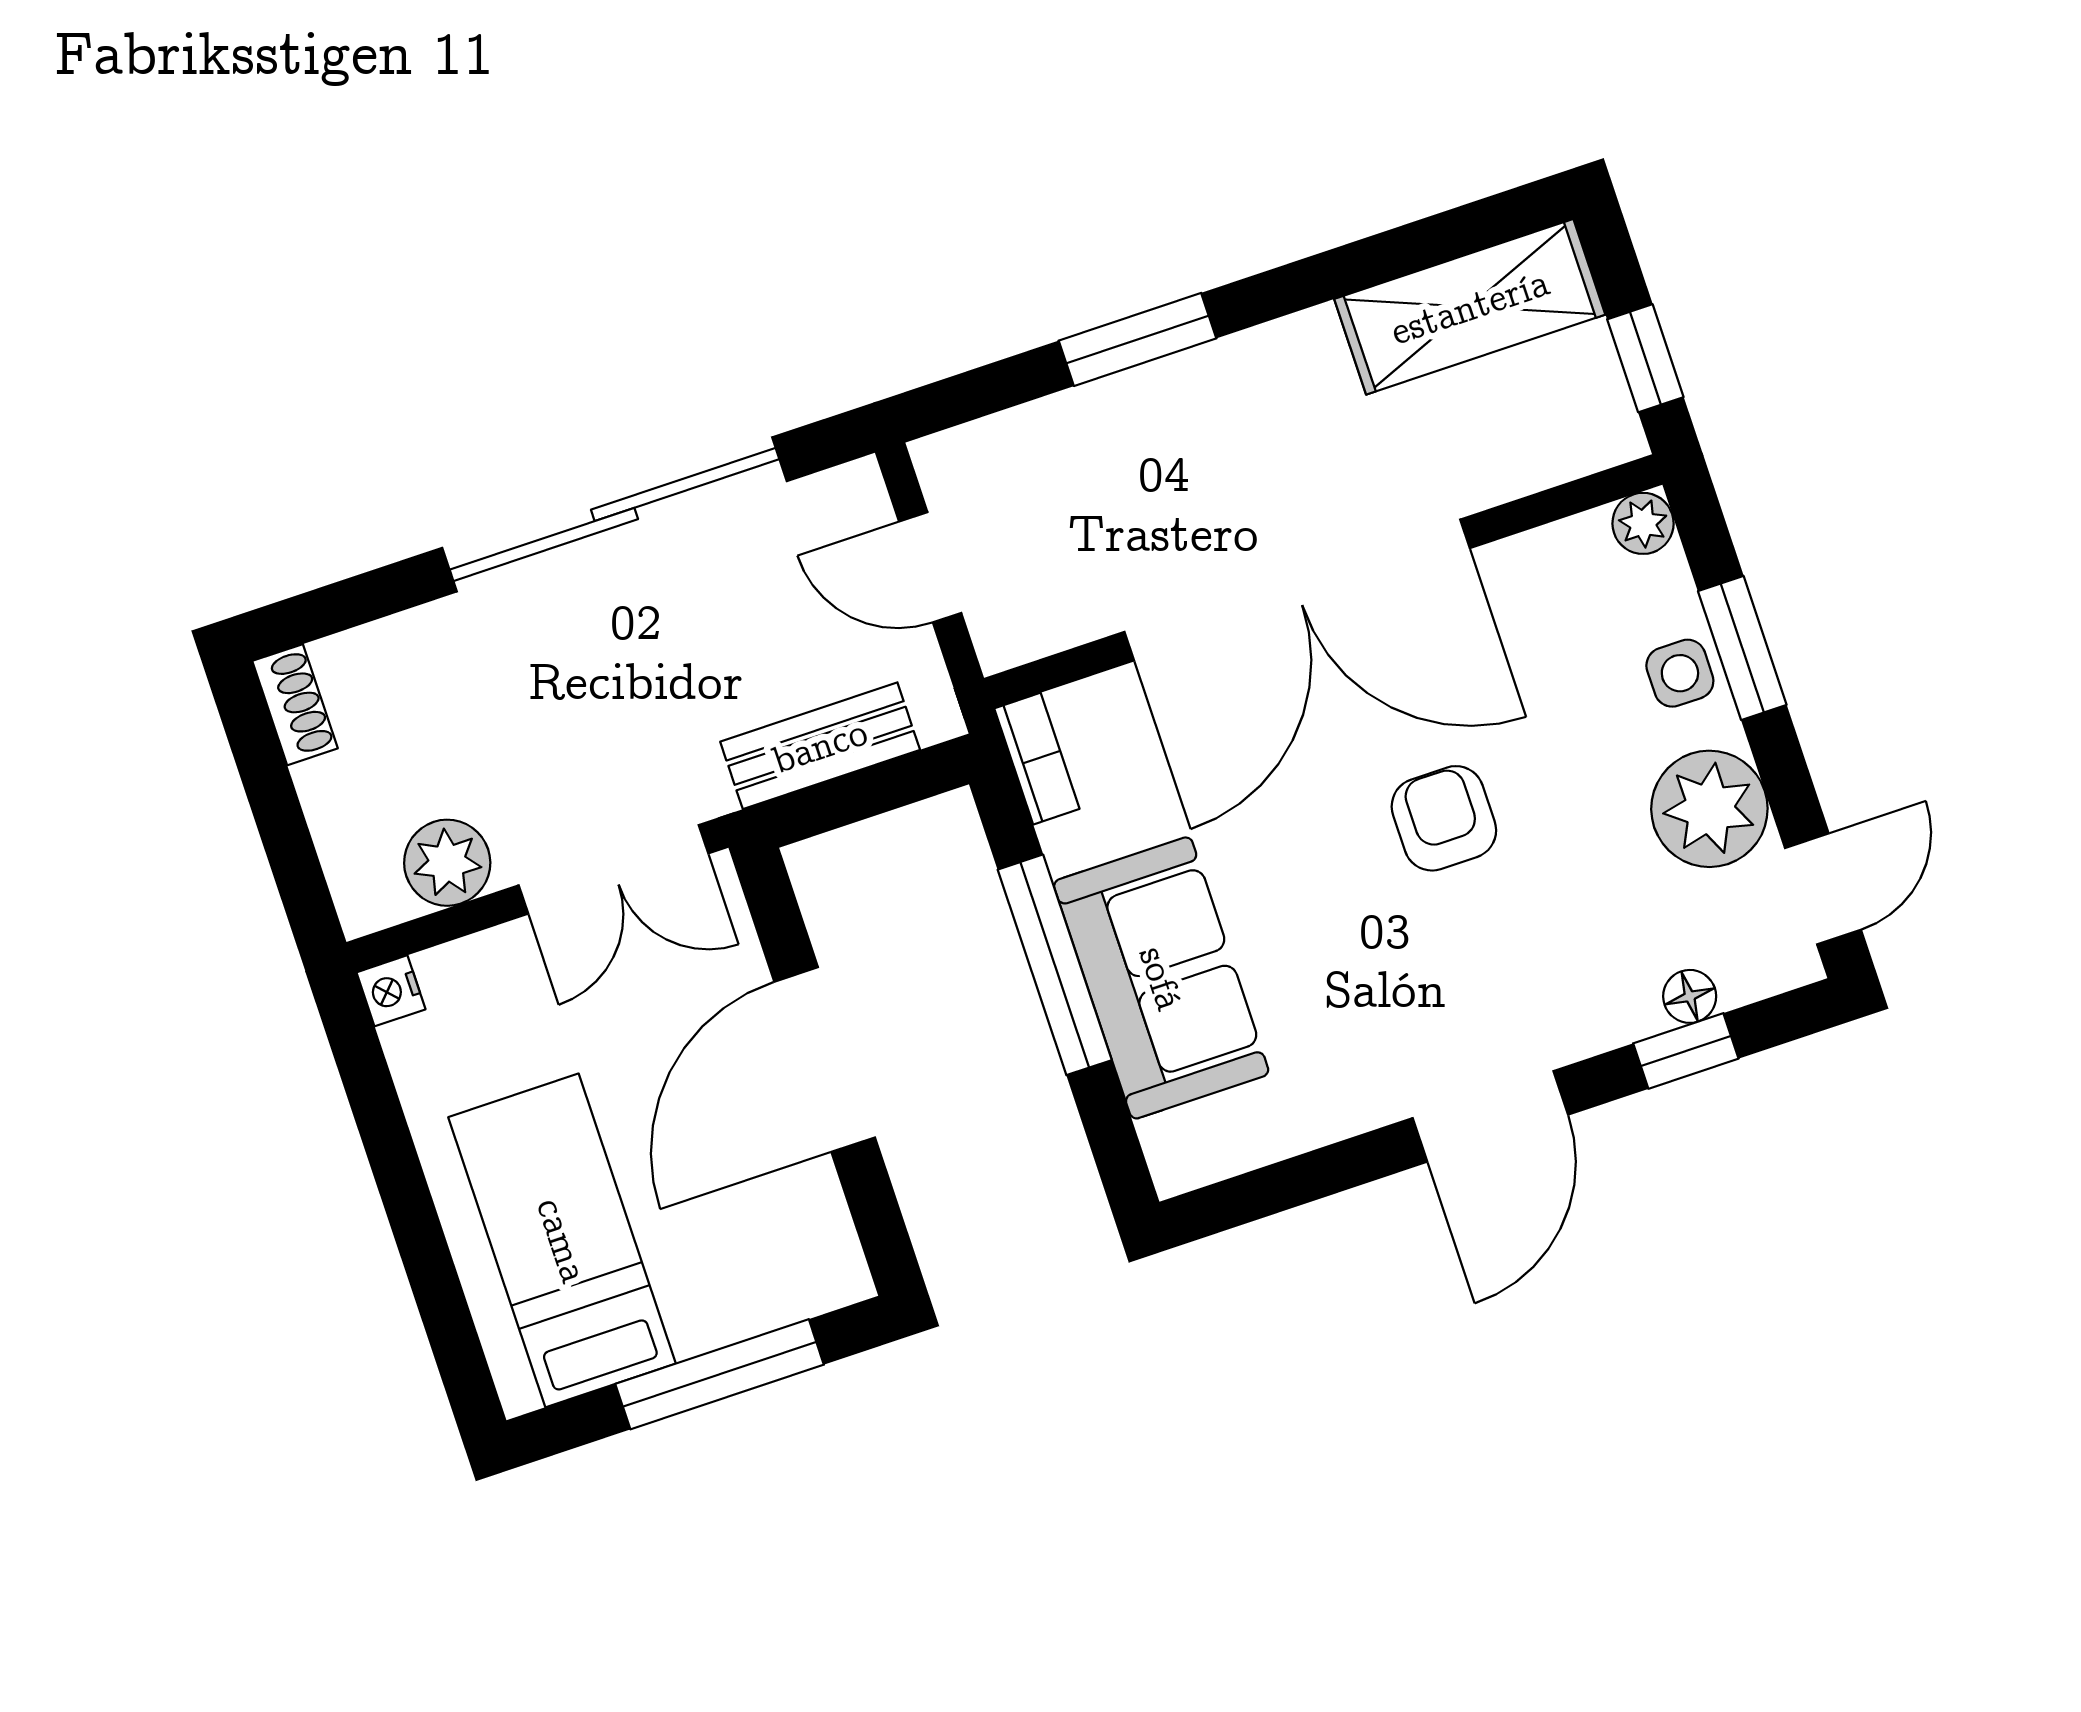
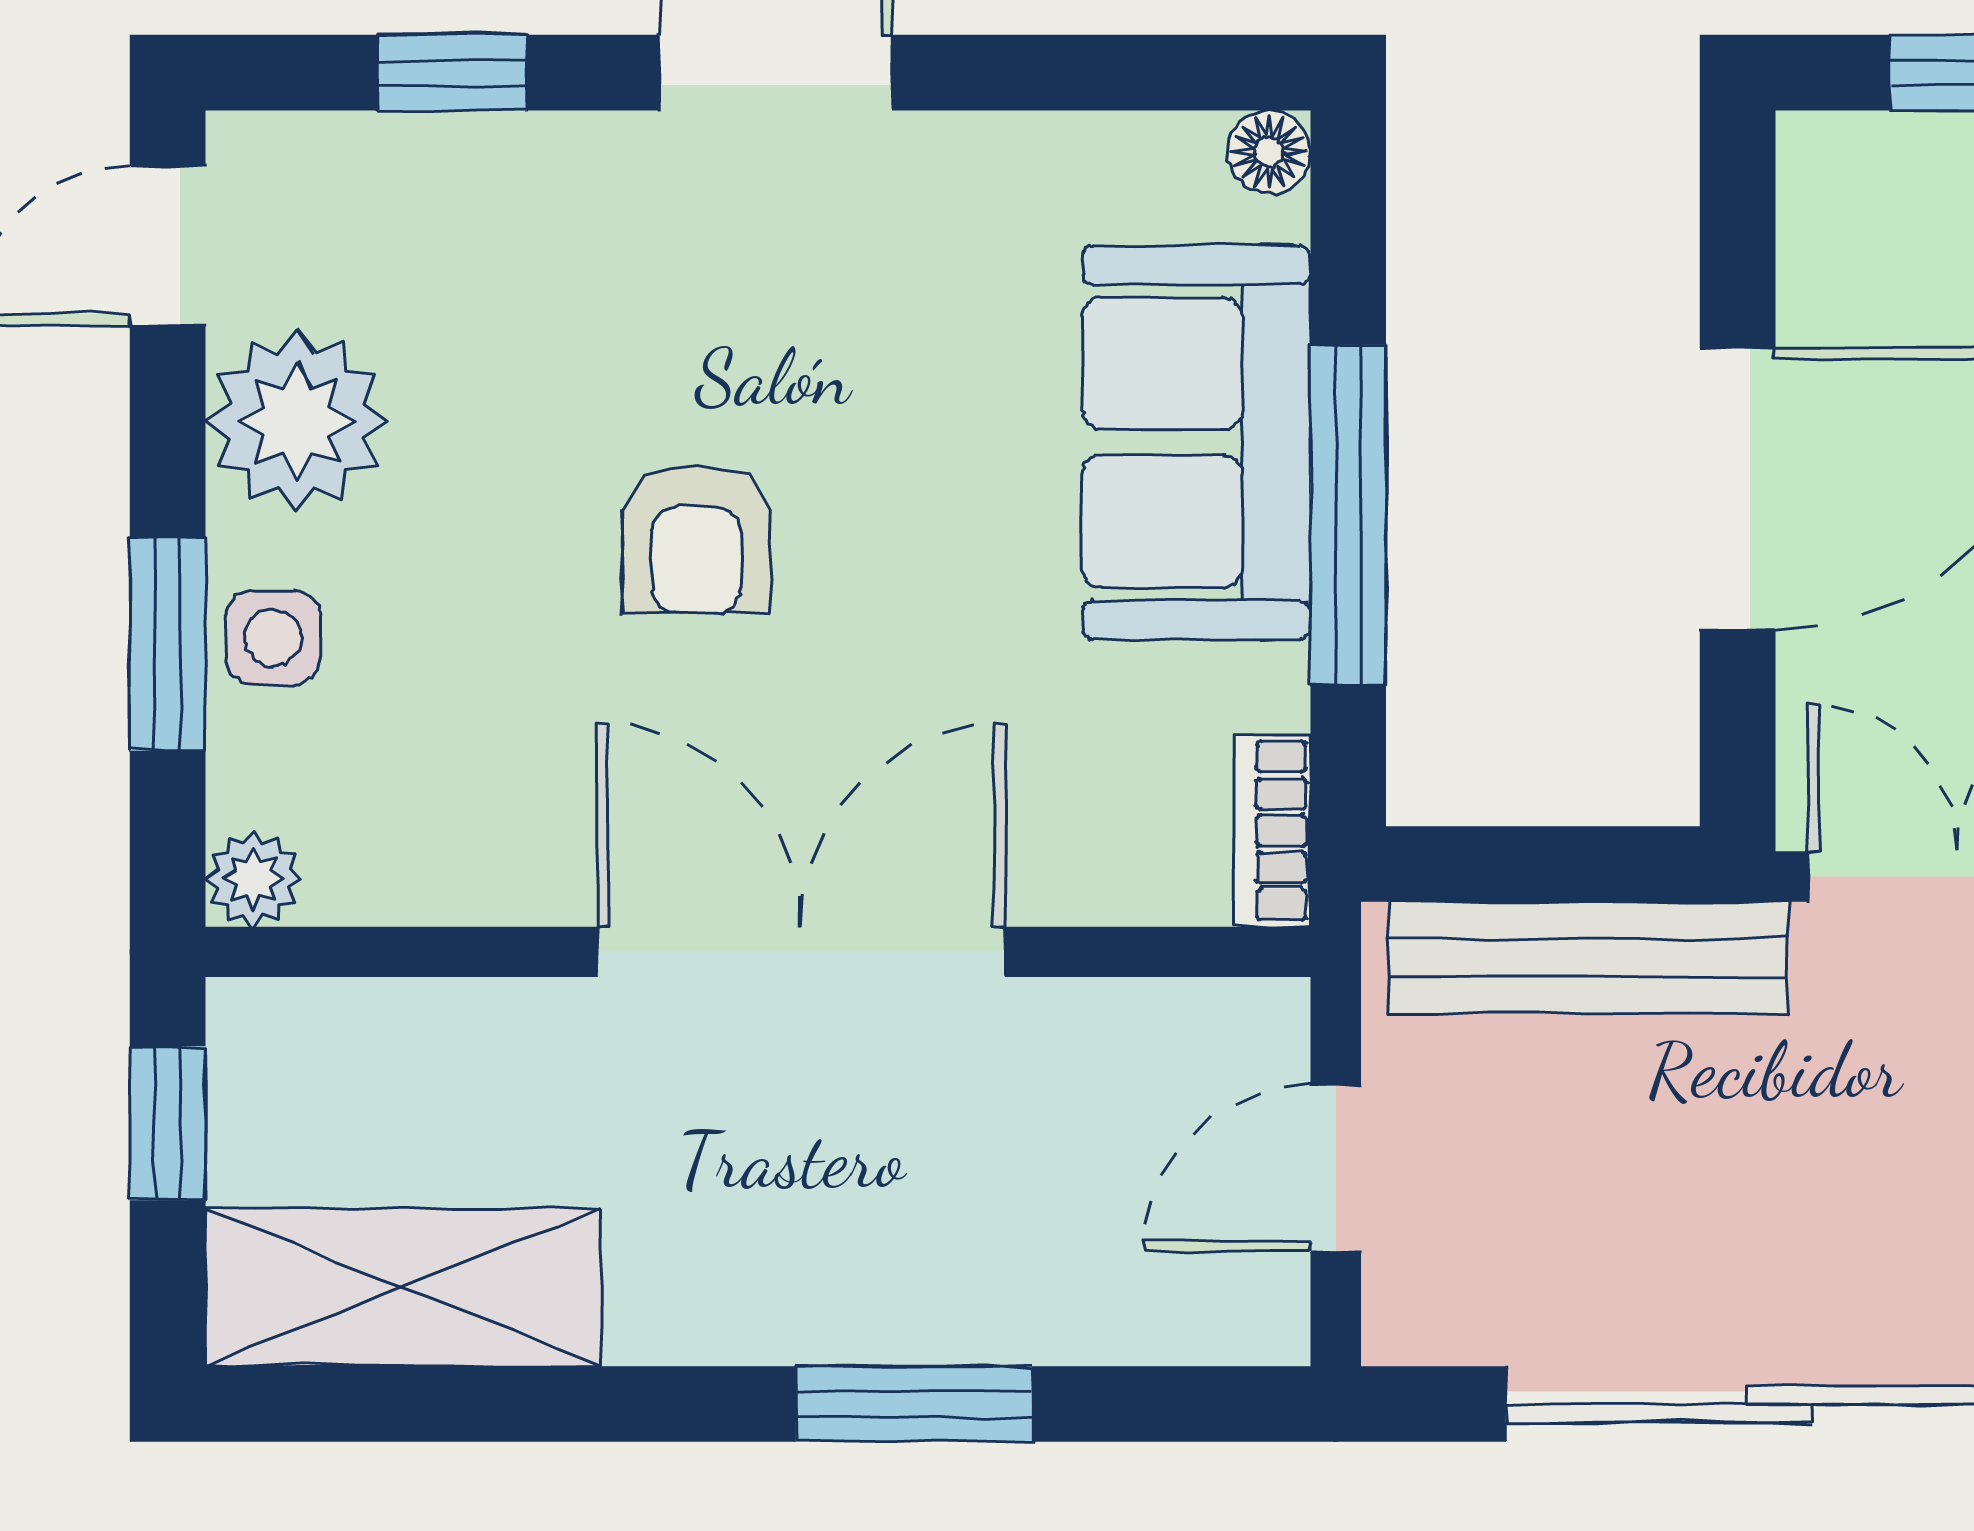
door: (930, 567) -> (1336, 1168), swing flipped
double door: (1297, 590) -> (801, 952), width x0.73
bench: (820, 746) -> (1588, 958), width x1.36
floor lamp: (1690, 996) -> (1269, 152), moved

